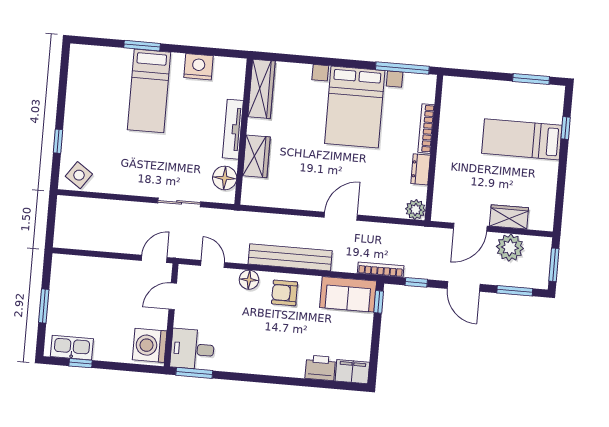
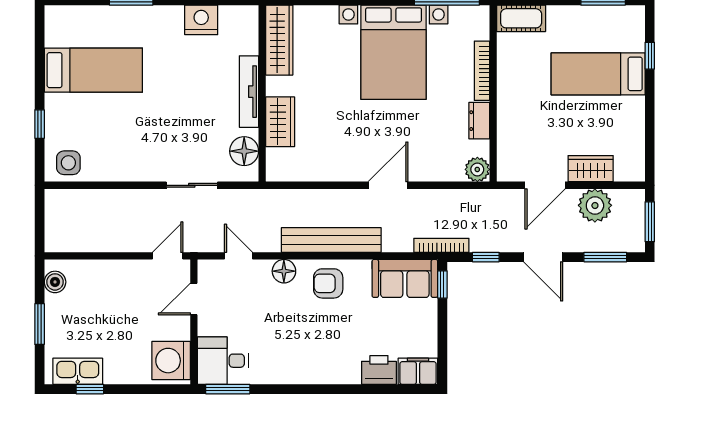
cot: (462, 88) -> (521, 18), added
bed: (149, 91) -> (93, 70), moved, turned -90
side table: (79, 175) -> (68, 163), turned -35
boiler: (59, 272) -> (55, 282), added

